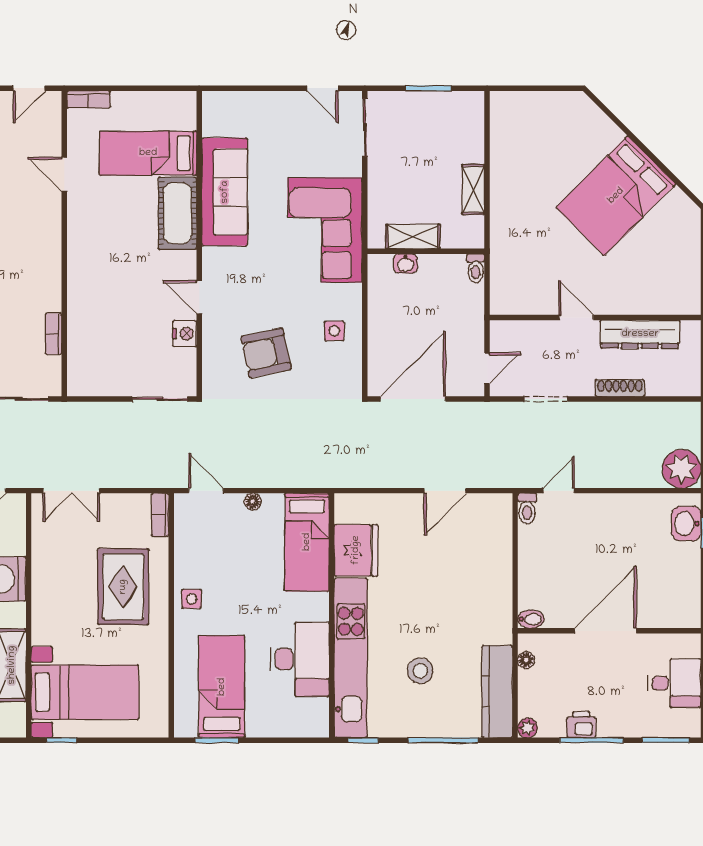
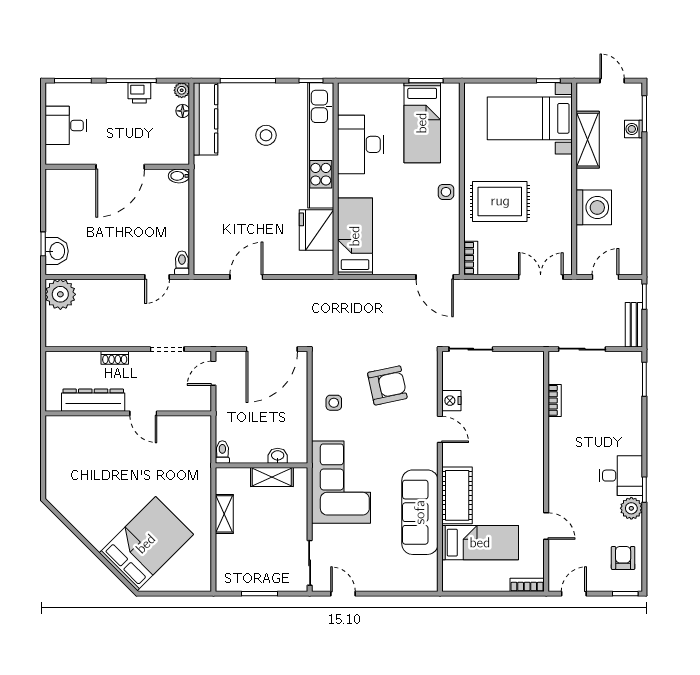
bed: (616, 196) -> (146, 544), moved
shoe rack: (620, 388) -> (115, 358), width x0.70
door: (206, 491) -> (435, 277), width x1.38
floor lamp: (253, 502) -> (398, 268), removed
rug: (123, 587) -> (500, 201), turned 90
floor lamp: (526, 660) -> (183, 111), moved

